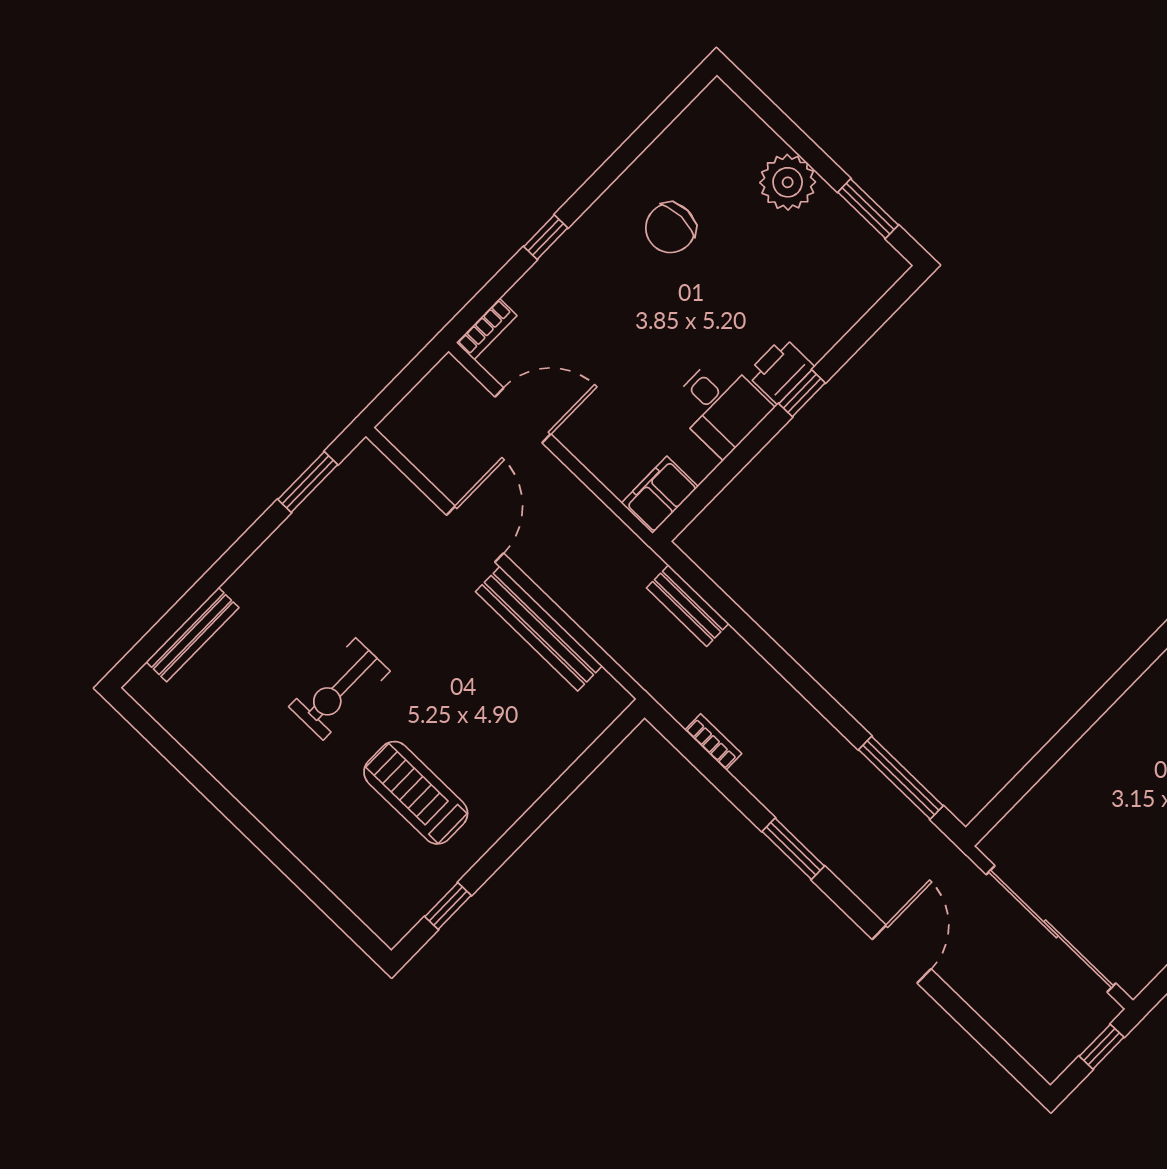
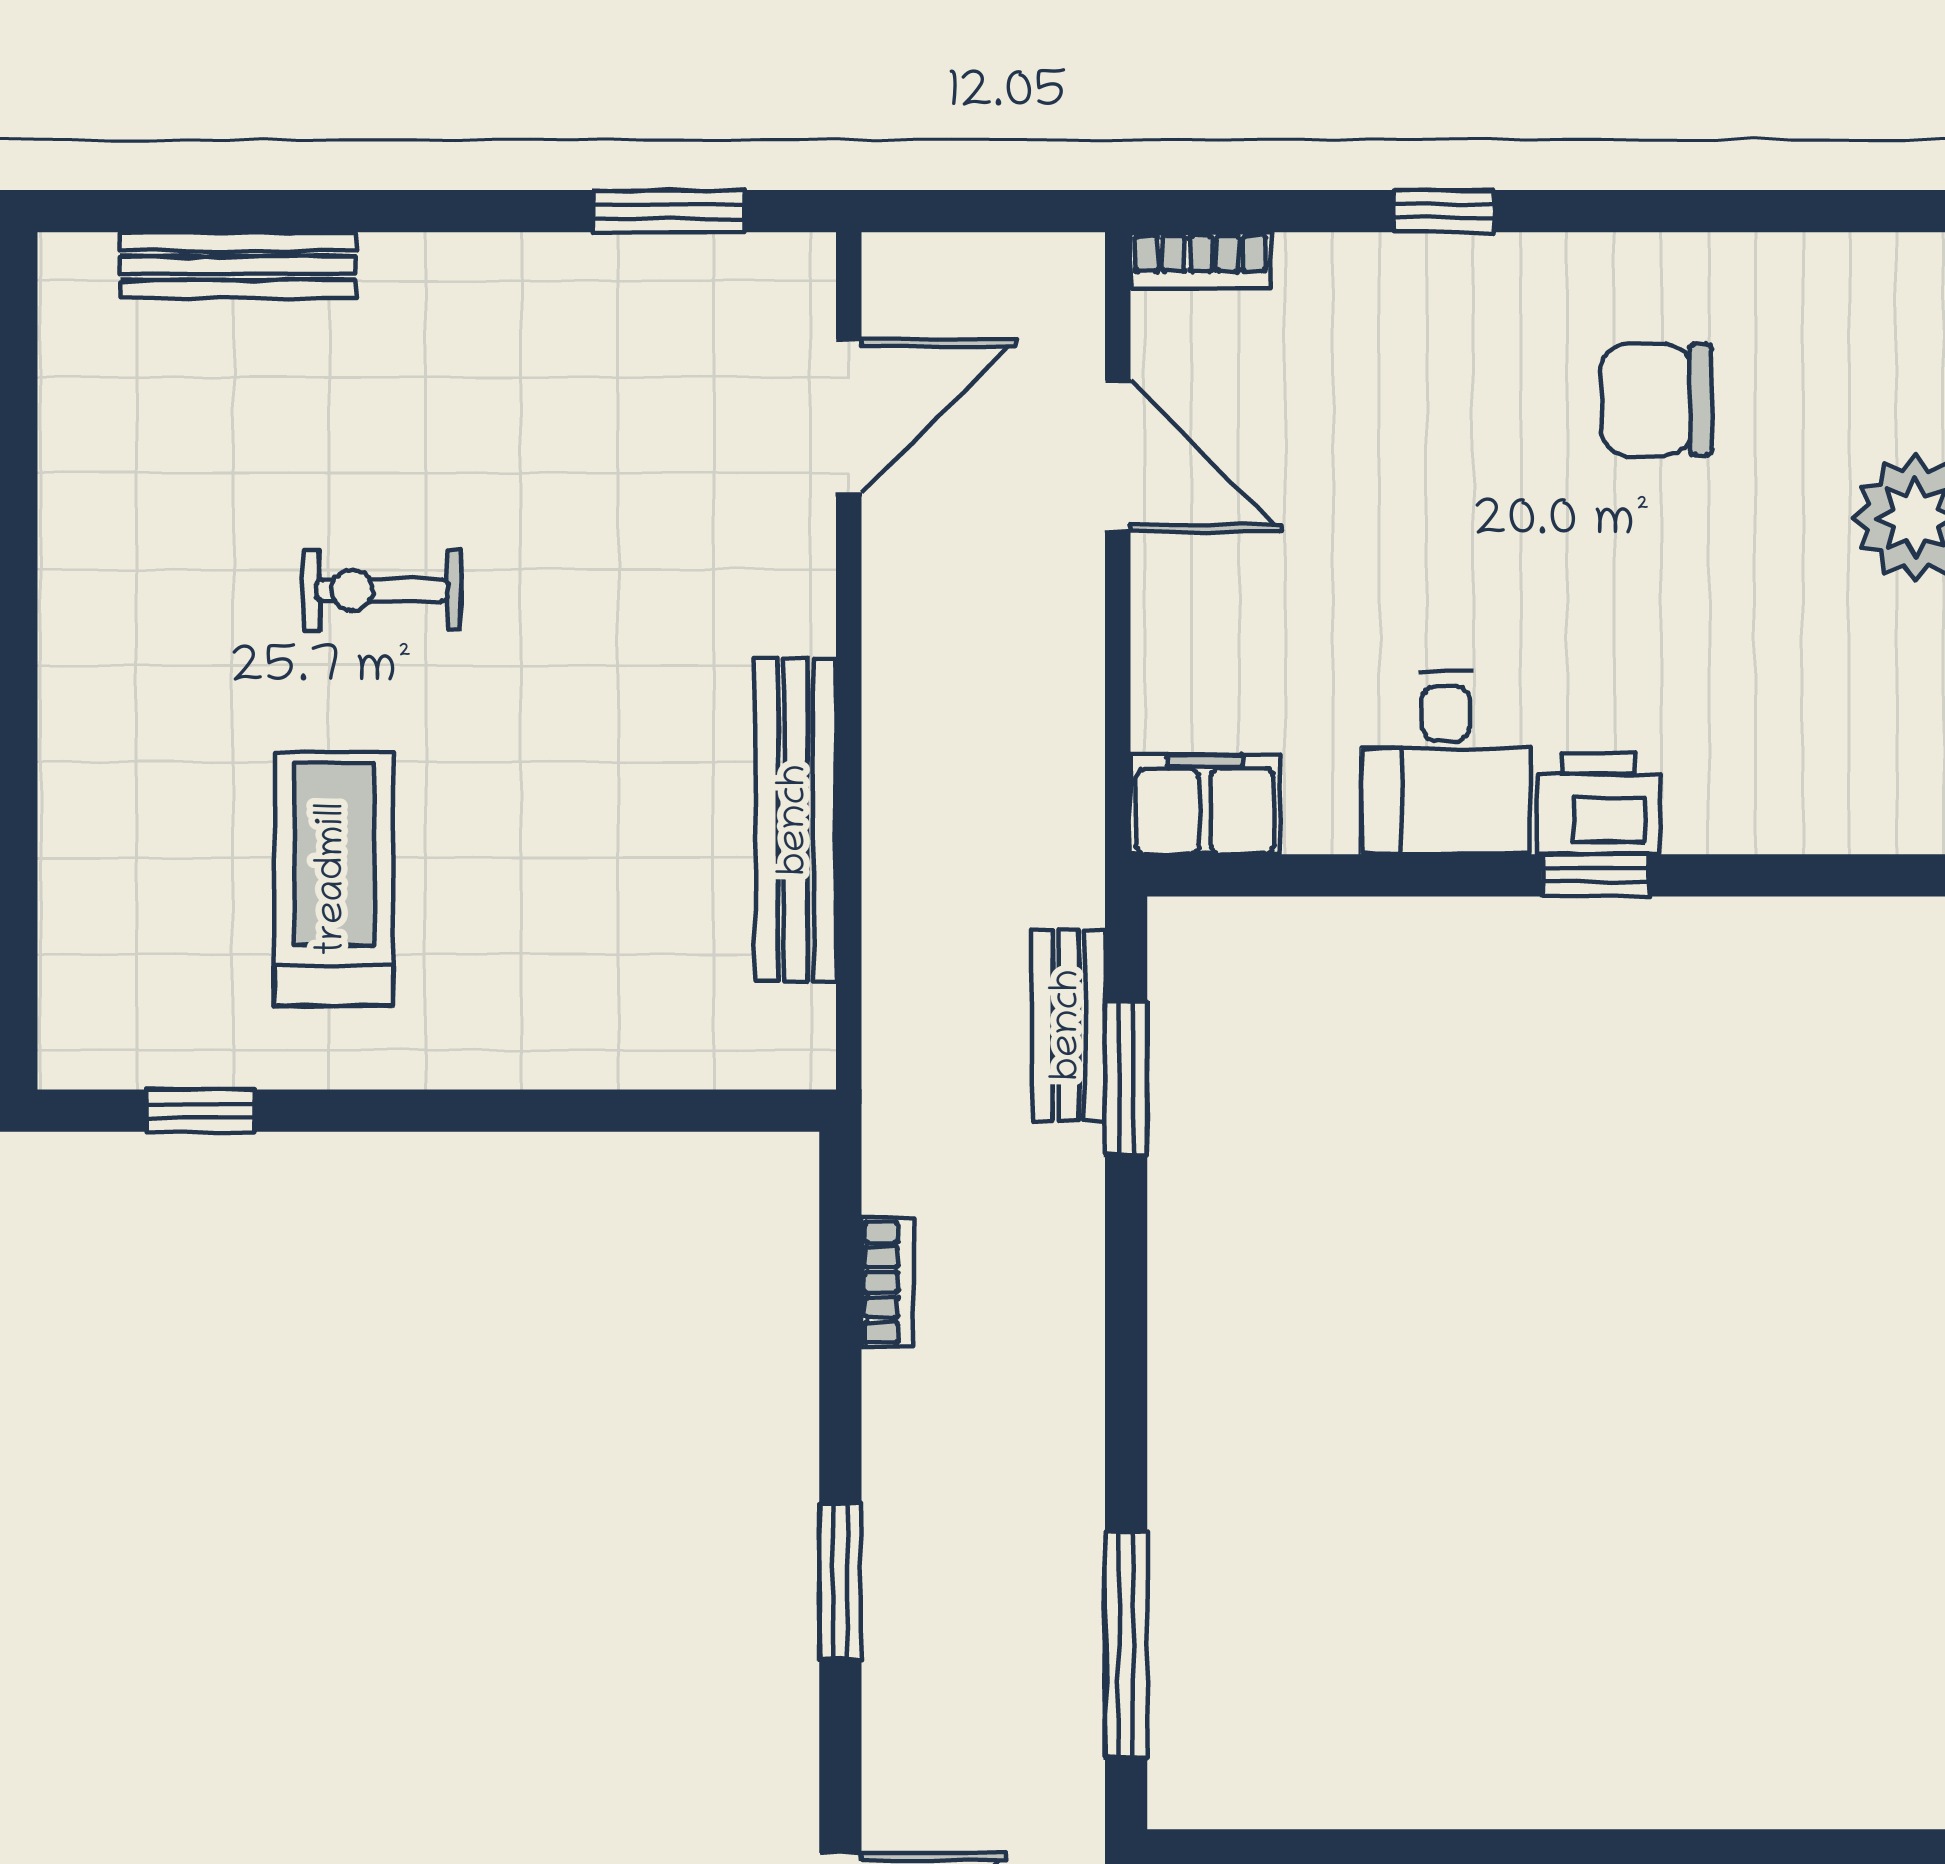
door: (475, 534) -> (849, 416), moved
window: (722, 604) -> (1126, 1078), added
exercise bike: (339, 689) -> (382, 590), width x0.73, depth x0.72

